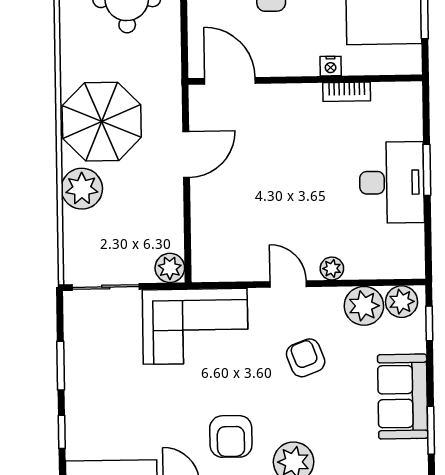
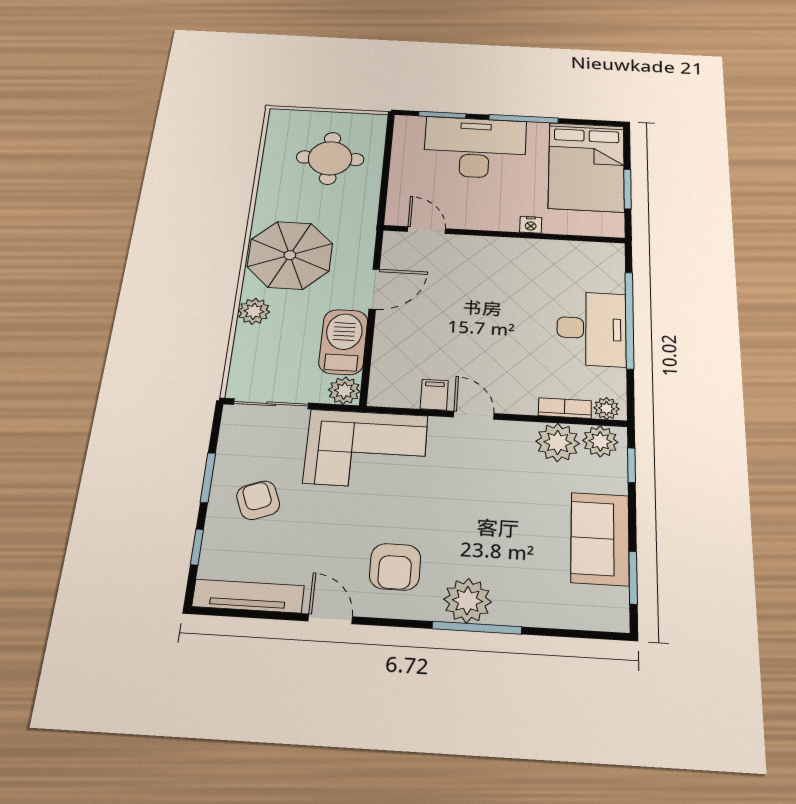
door: (230, 81) -> (426, 230), width x0.73
bookcase: (347, 92) -> (565, 408), moved, turned 180
window: (427, 170) -> (629, 320), width x2.11
plant: (82, 189) -> (254, 311), width x0.73, depth x0.73
barbecue: (163, 216) -> (343, 342), added
filing cabinet: (251, 266) -> (434, 395), added
plant: (332, 268) -> (606, 408), moved
armchair: (306, 358) -> (258, 500), moved

